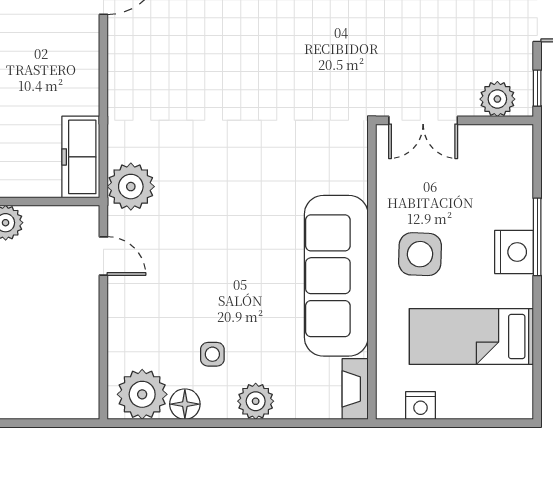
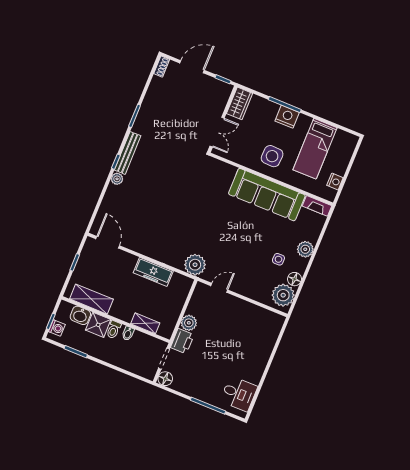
plant: (497, 99) -> (221, 98), removed
wardrobe: (501, 143) -> (240, 103), added
freezer: (81, 157) -> (153, 272), moved

